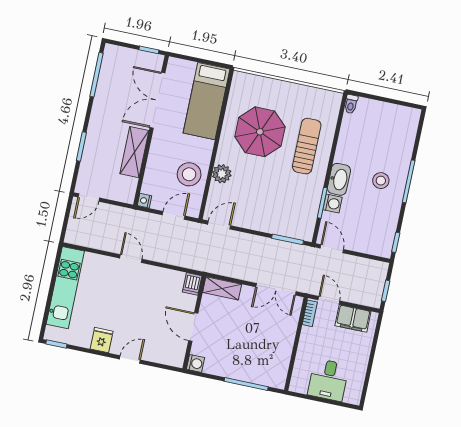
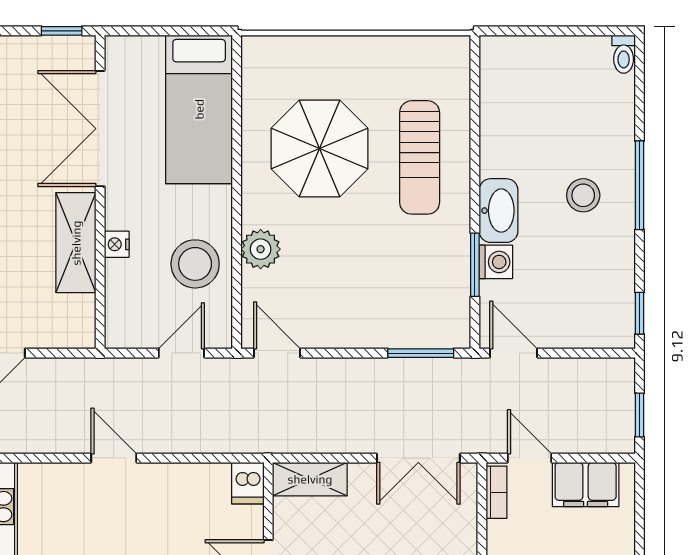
toilet: (351, 104) -> (624, 54), moved
sun lounger: (307, 146) -> (420, 157), turned 180
nightstand: (144, 201) -> (117, 244), moved
door: (219, 225) -> (277, 353), hinge flipped

